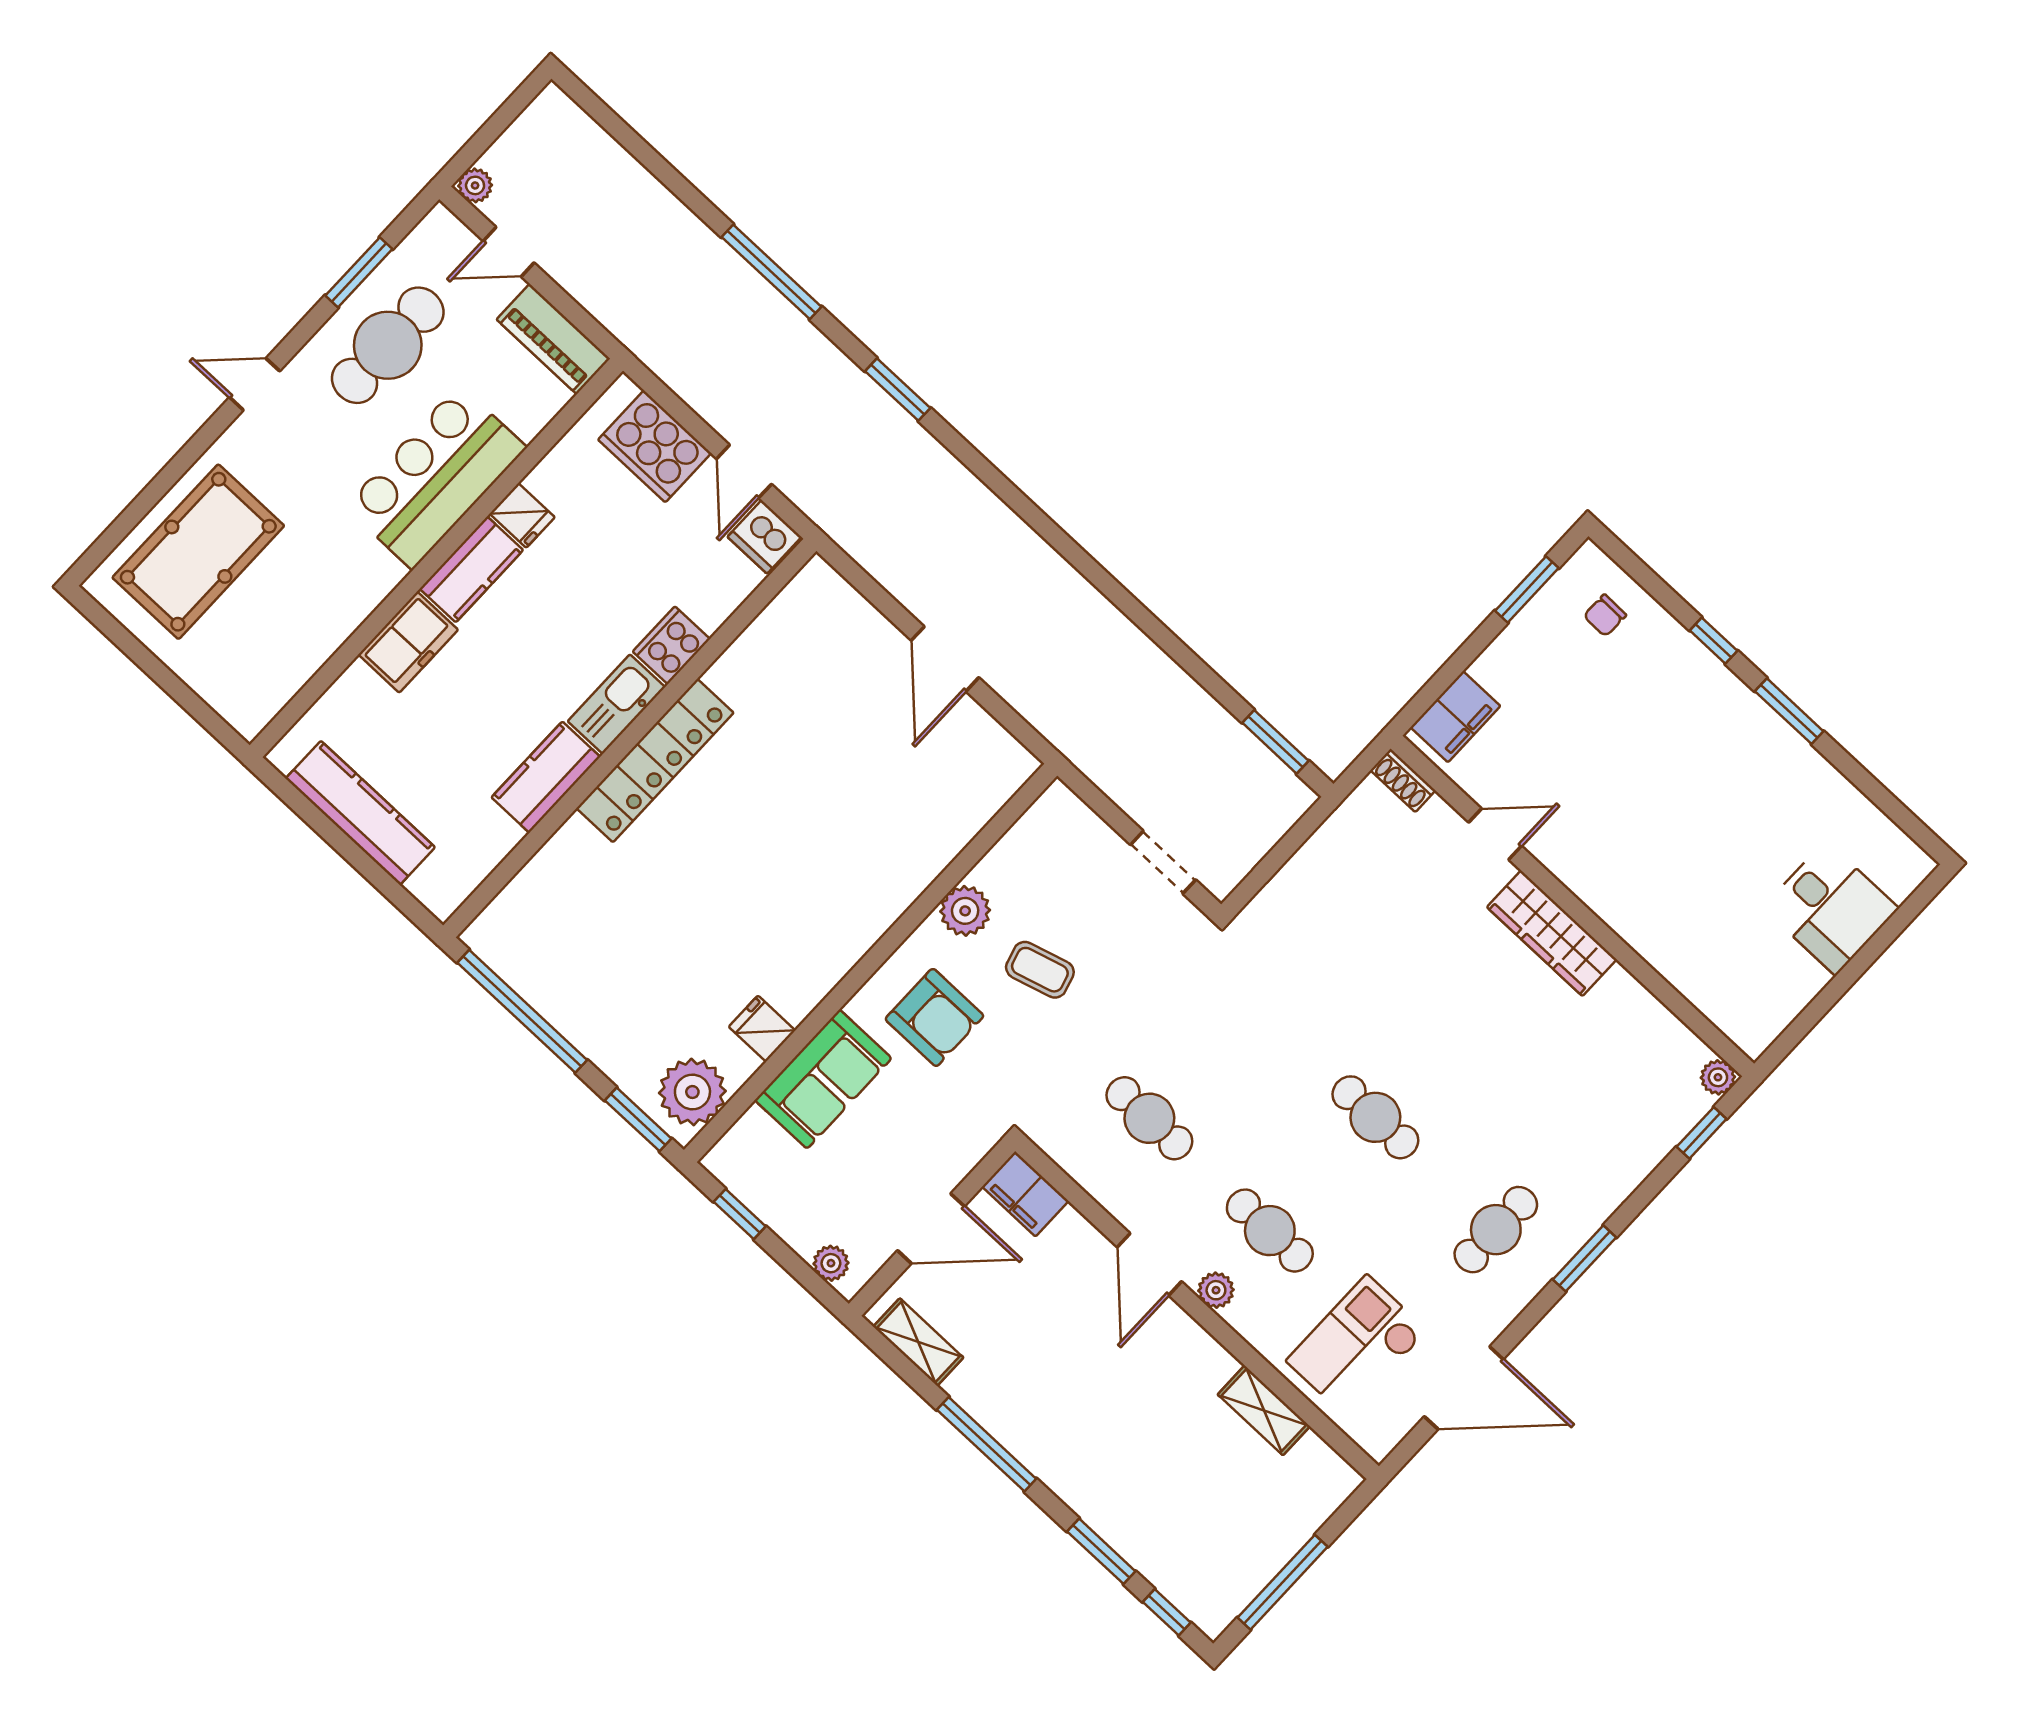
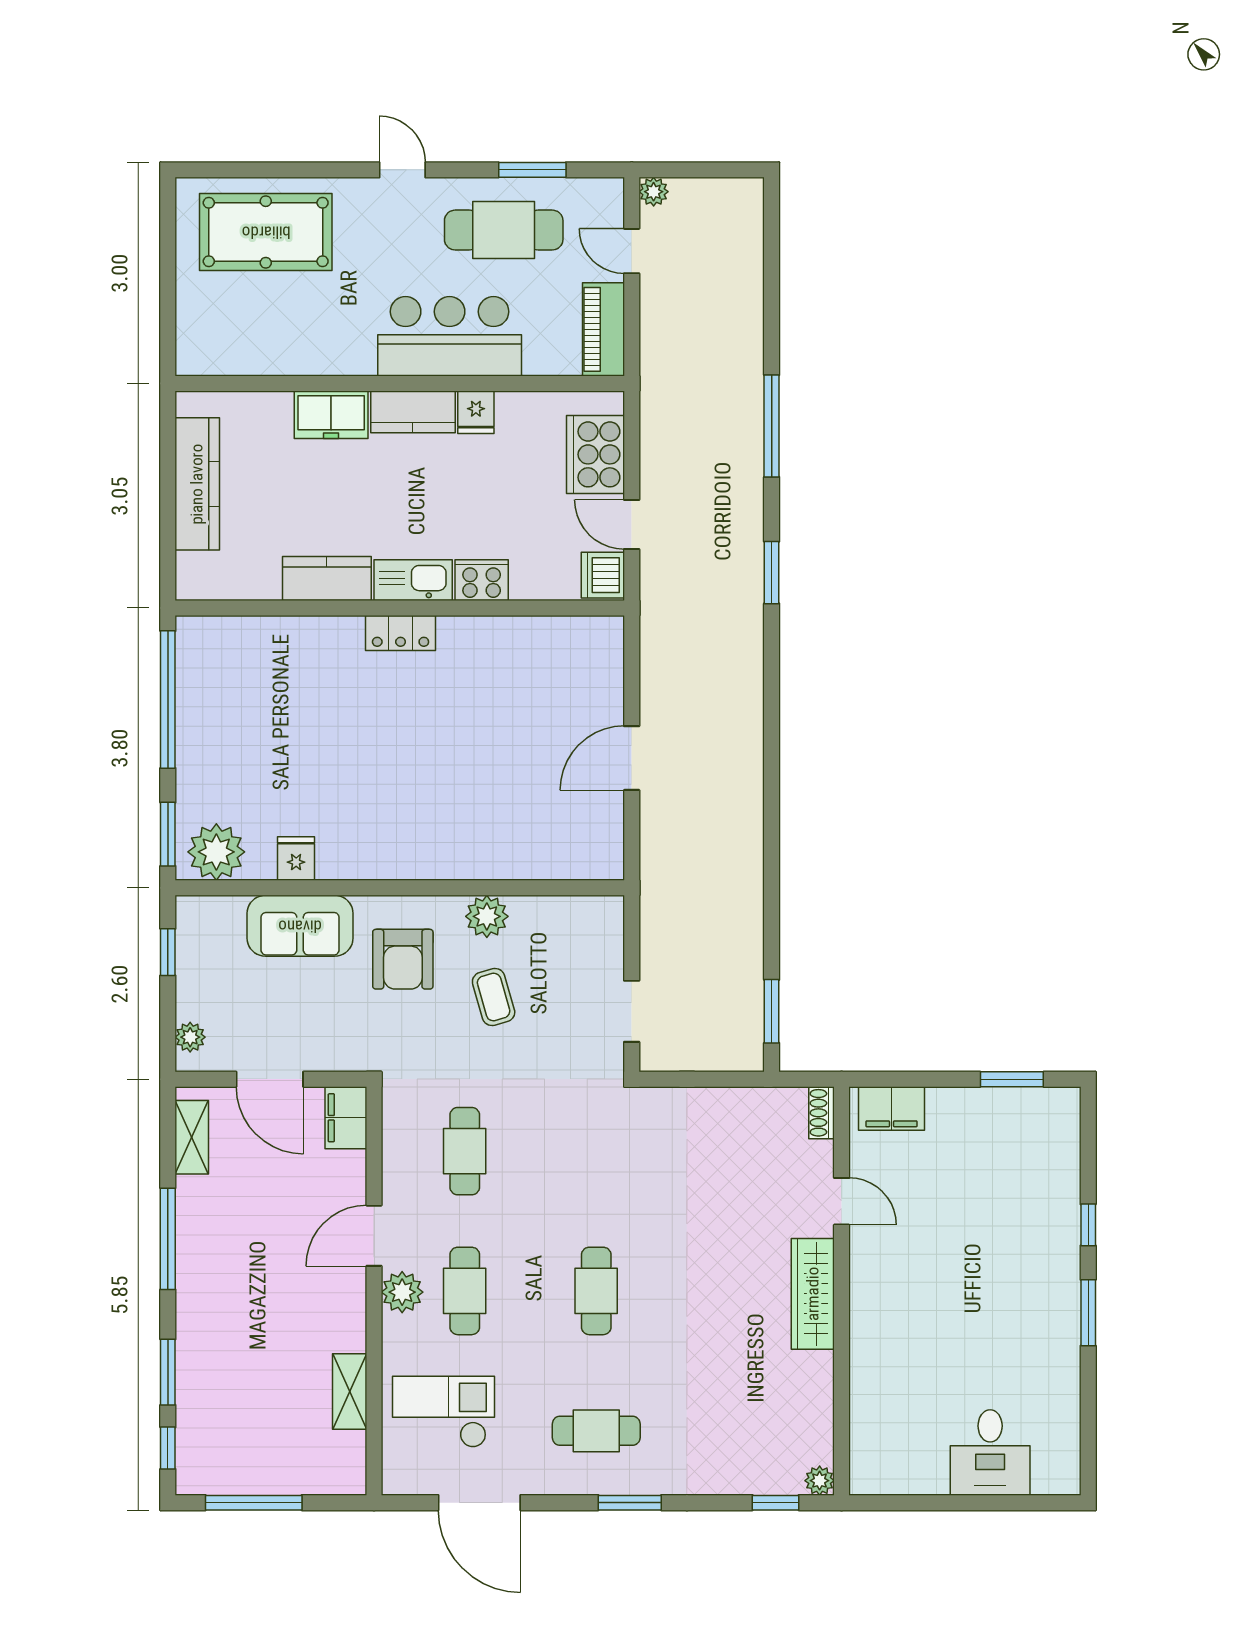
door: (744, 471) -> (632, 524), hinge flipped
chair: (1605, 615) -> (1041, 1143), removed
locker: (655, 761) -> (401, 633), width x0.46, depth x0.83
plant: (1216, 1290) -> (402, 1292), width x1.38, depth x1.38

